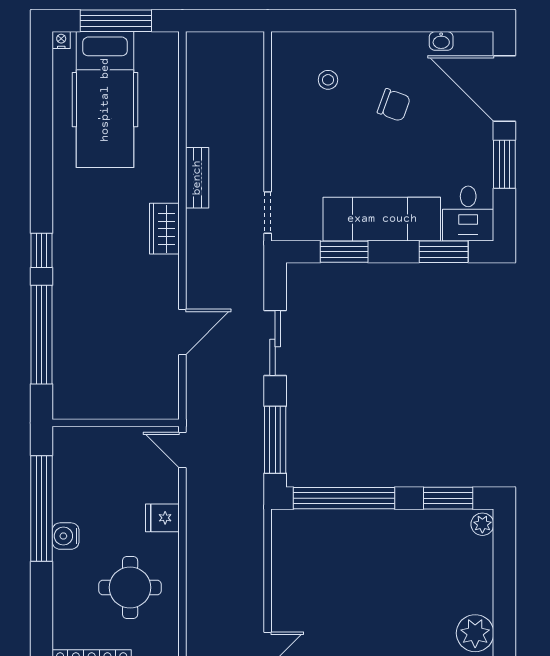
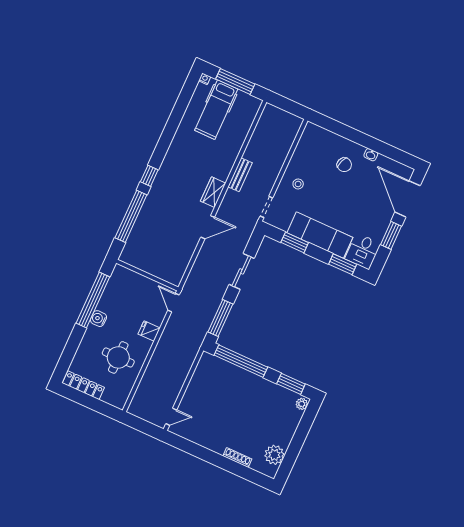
washbasin: (441, 41) -> (371, 155), moved
stool: (328, 80) -> (298, 184), moved
hospital bed: (105, 100) -> (216, 110), width x0.73, depth x0.78
chair: (394, 105) -> (344, 165), moved
door: (182, 332) -> (208, 227), moved

